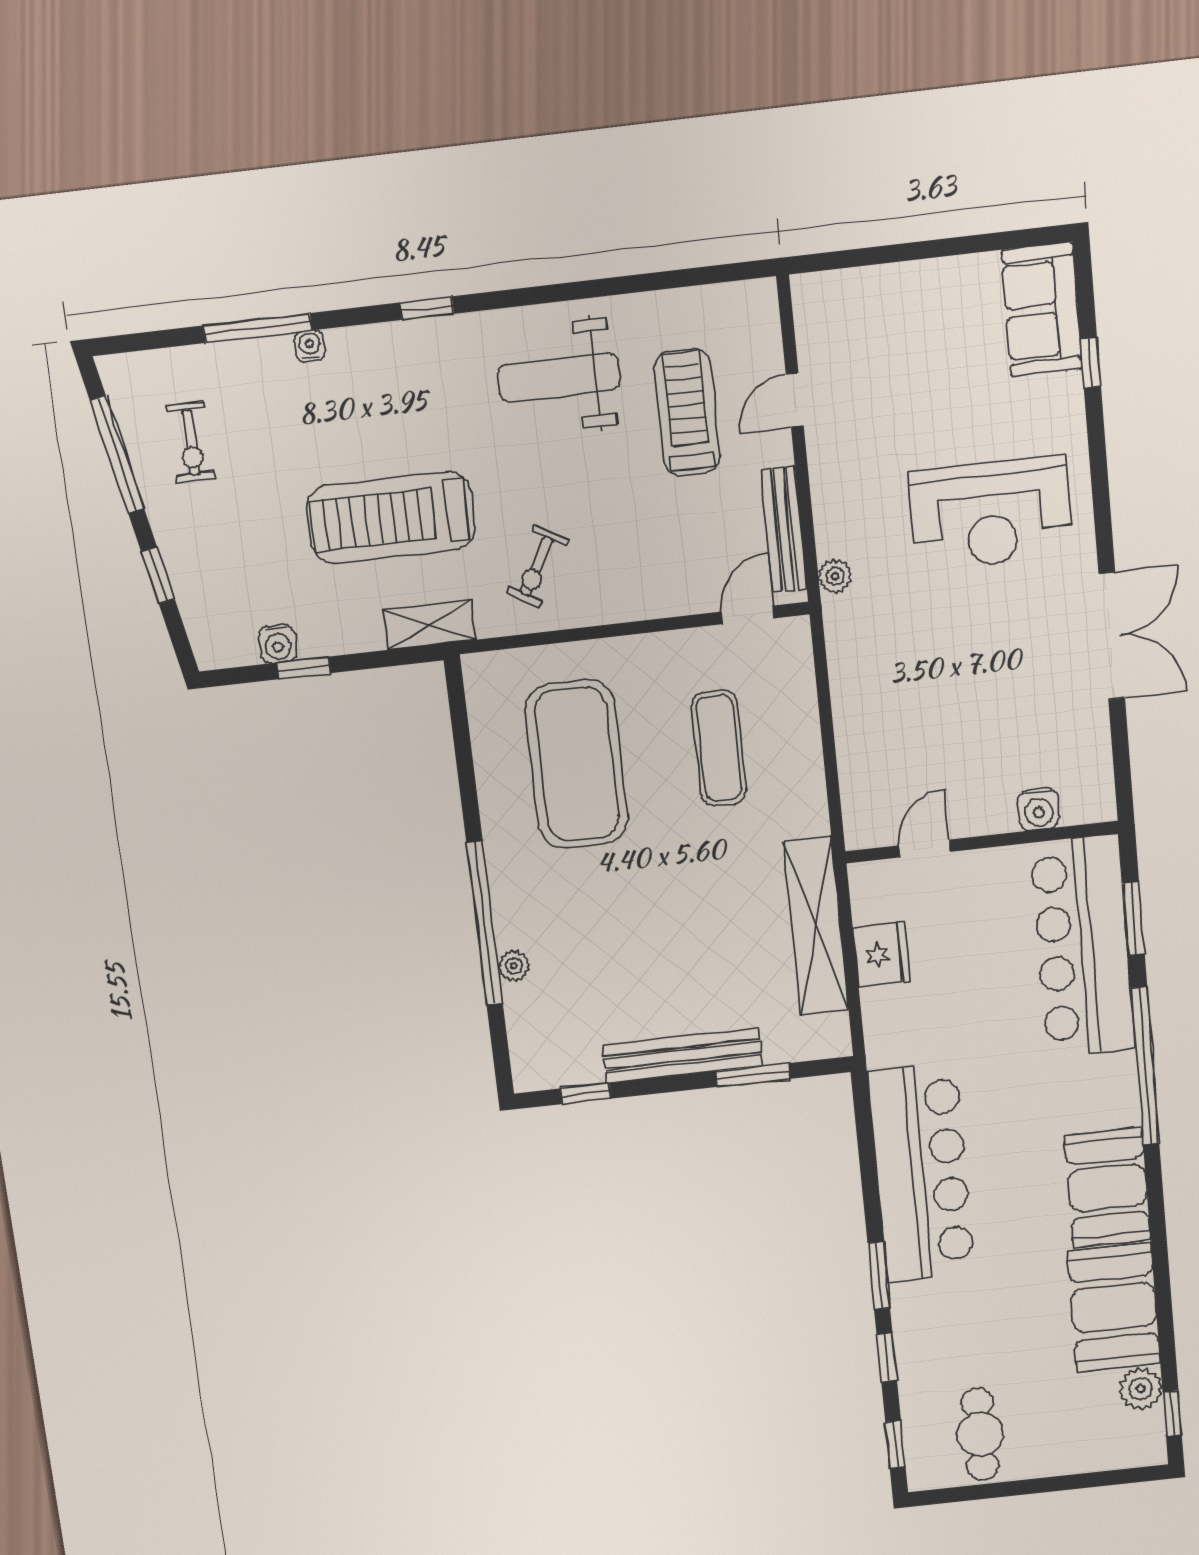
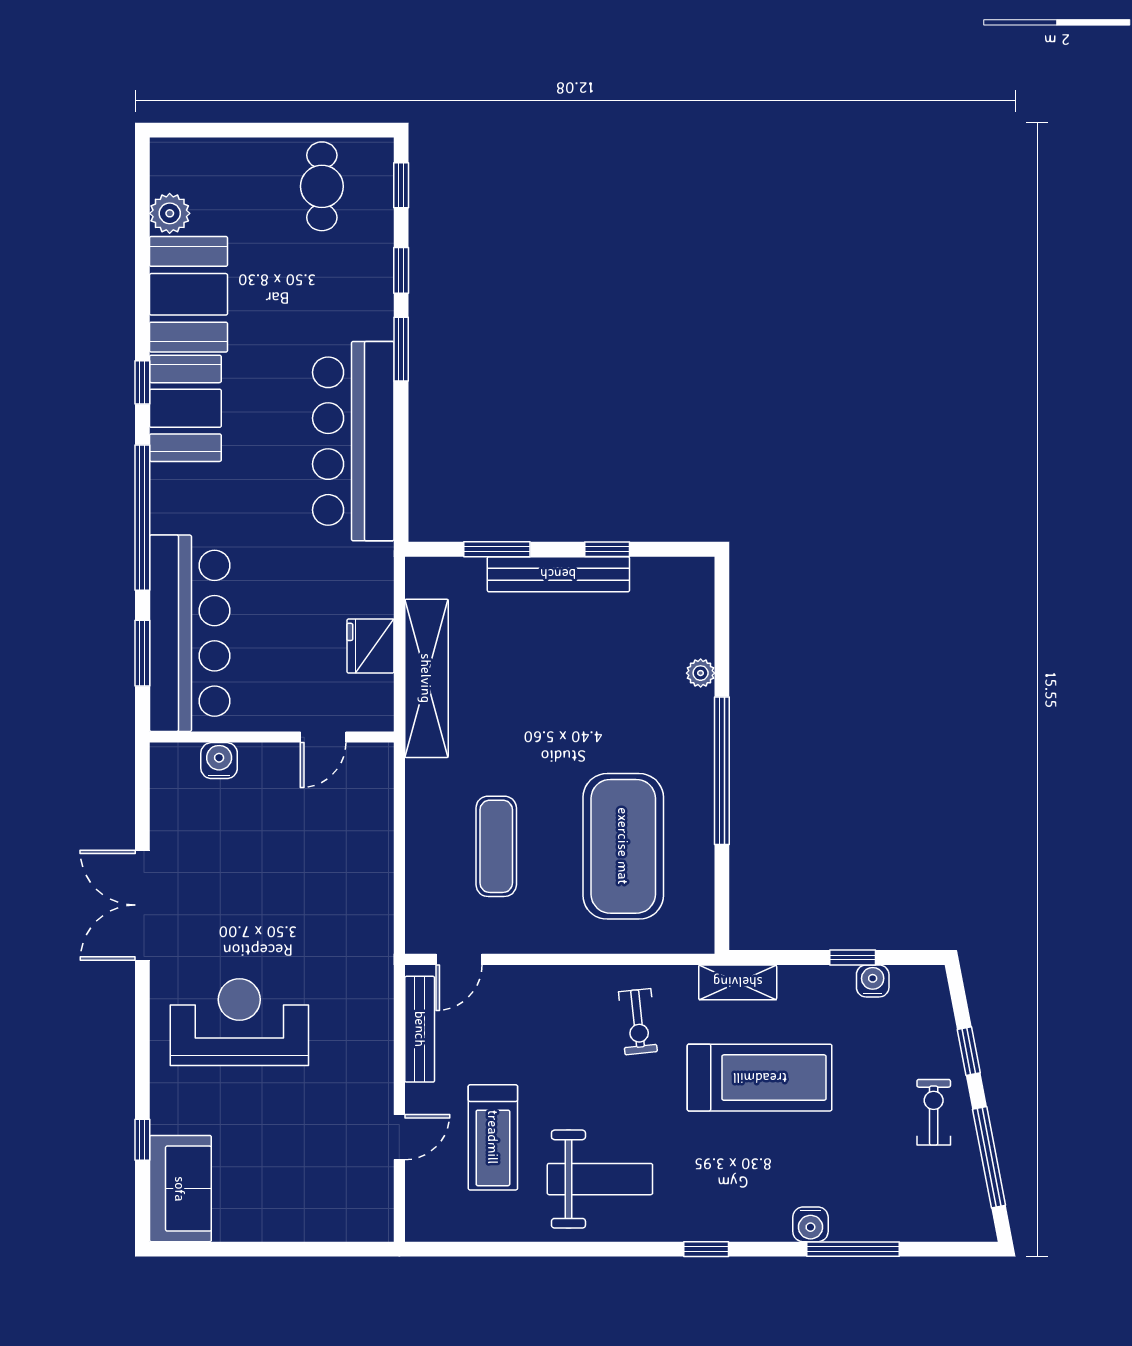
water cooler: (310, 346) -> (810, 1224), width x1.38, depth x1.38
exercise bike: (191, 442) -> (934, 1112), moved
exercise bike: (537, 566) -> (638, 1022), turned 144
plant: (835, 576) -> (379, 984), removed
window: (485, 923) -> (722, 771), moved
window: (586, 1094) -> (607, 549), moved
window: (1172, 1413) -> (142, 382), moved

